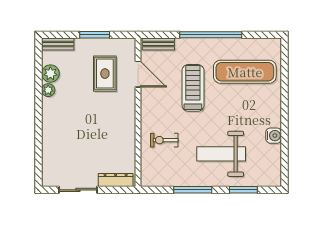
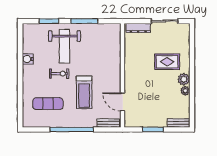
exercise mat: (245, 72) -> (48, 104), width x0.73, depth x0.69
plant: (50, 74) -> (184, 79), moved
rug: (105, 74) -> (167, 62), moved, turned 90
exercise bike: (164, 140) -> (59, 74), moved
weight bench: (221, 154) -> (64, 46), turned 90

